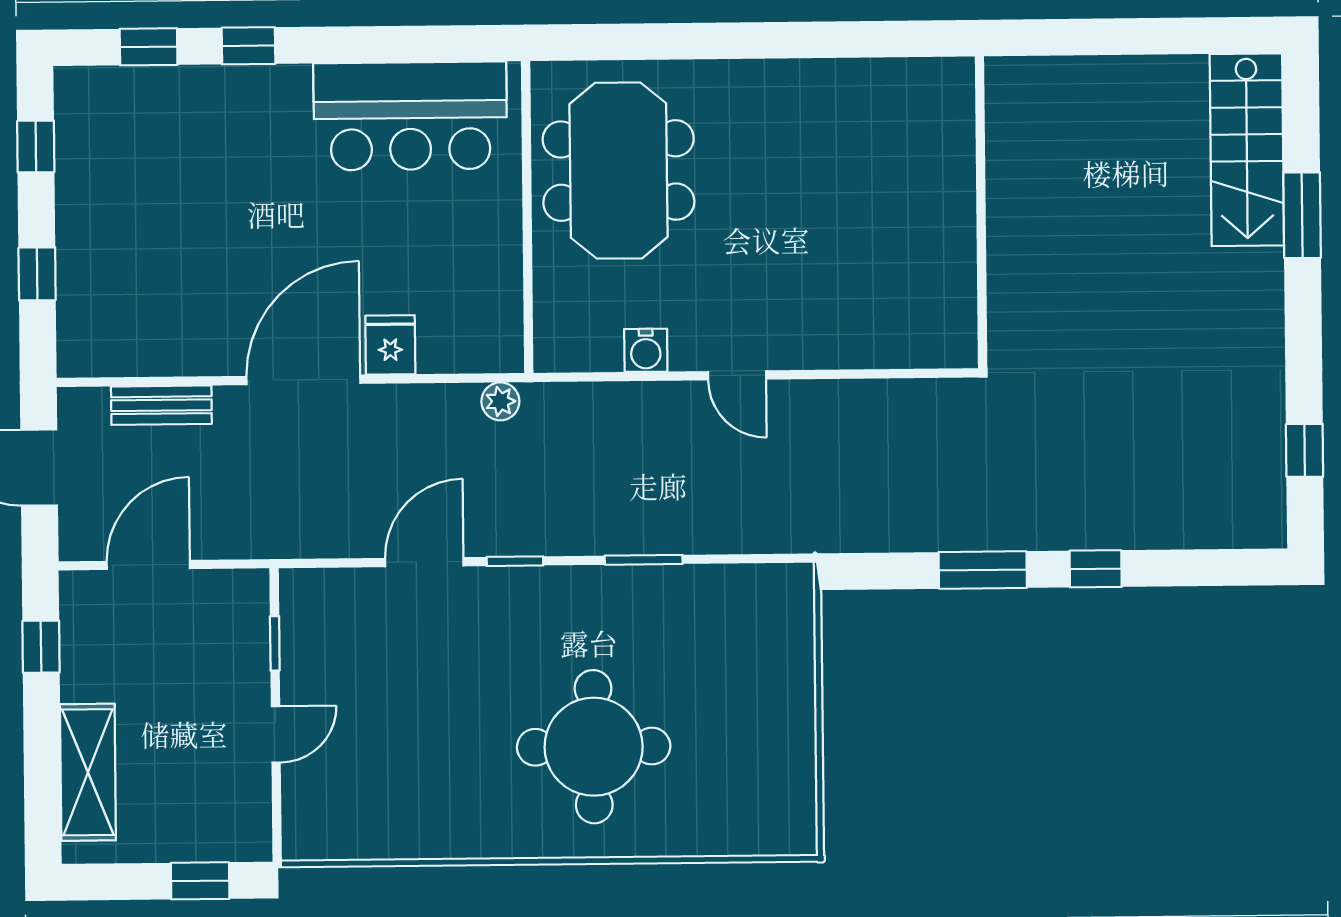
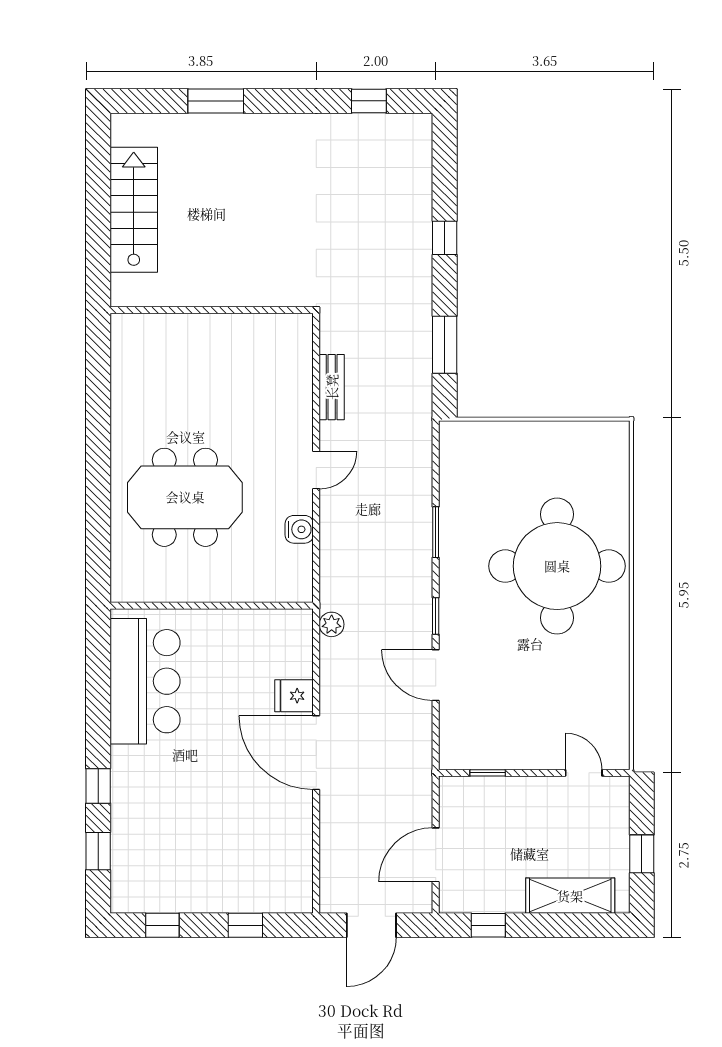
stairs: (1247, 150) -> (134, 210), moved, turned -90
meeting table: (619, 171) -> (185, 497), moved
bench: (161, 405) -> (332, 387), moved
door: (148, 565) -> (436, 855), hinge flipped
window: (983, 570) -> (445, 345), moved
door: (276, 734) -> (584, 773), moved
round table: (594, 747) -> (557, 566), width x1.36, depth x1.36
window: (200, 881) -> (642, 854), moved

